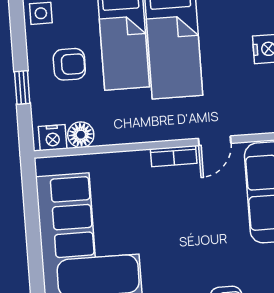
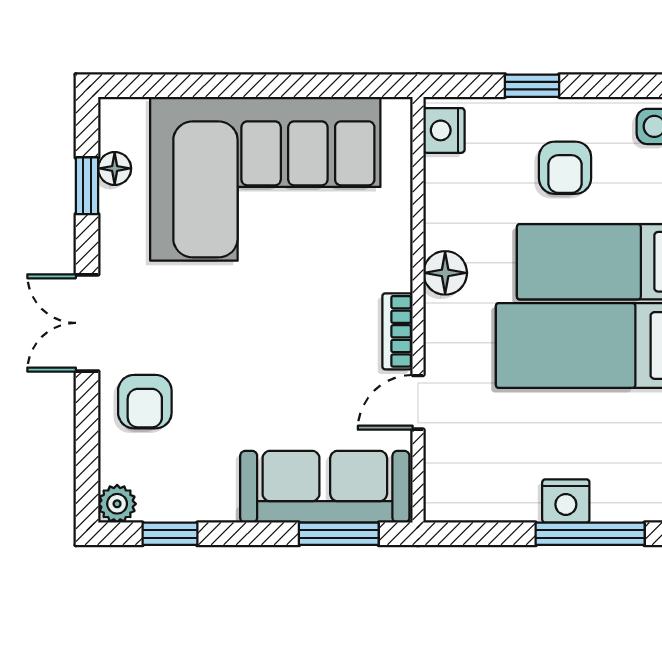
floor lamp: (81, 135) -> (445, 273), moved
door: (215, 141) -> (418, 402), hinge flipped

